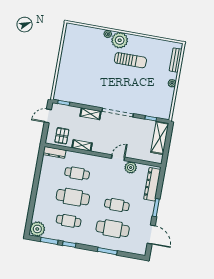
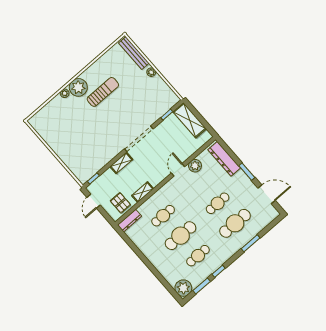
bench: (176, 60) -> (134, 53), width x1.36

